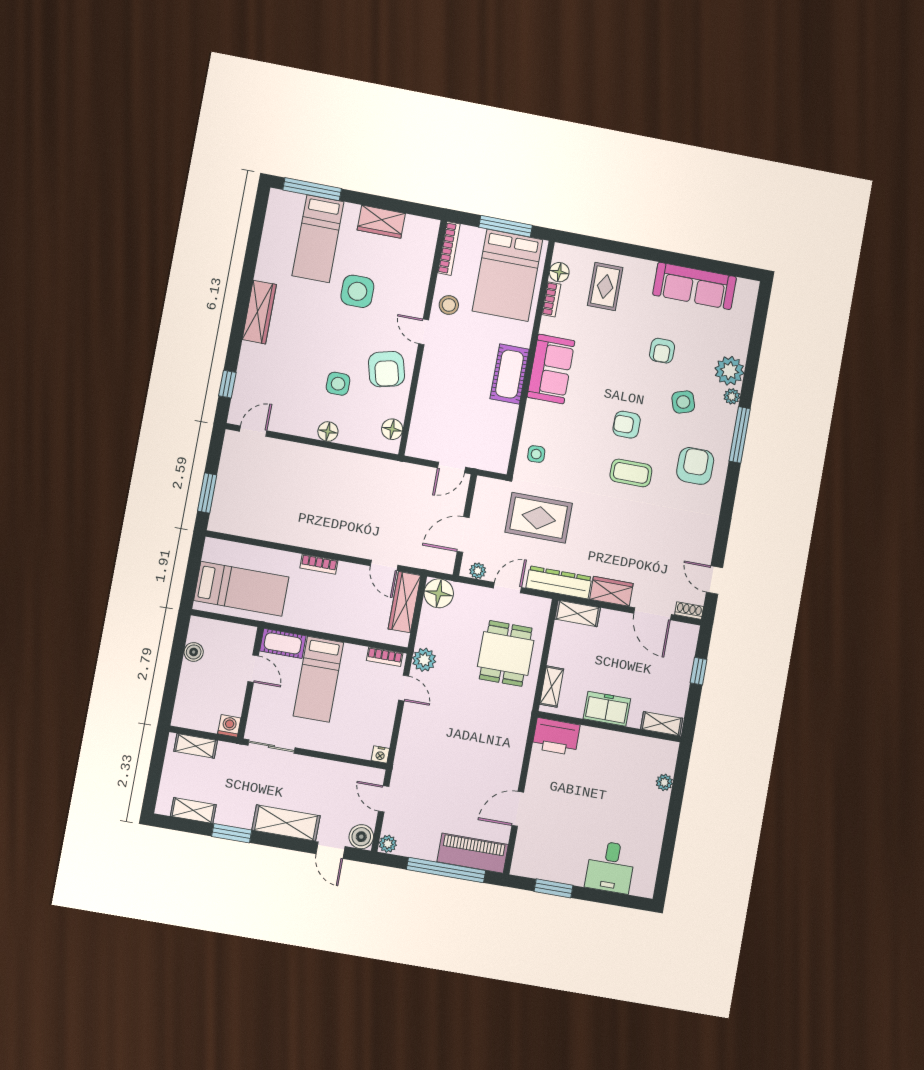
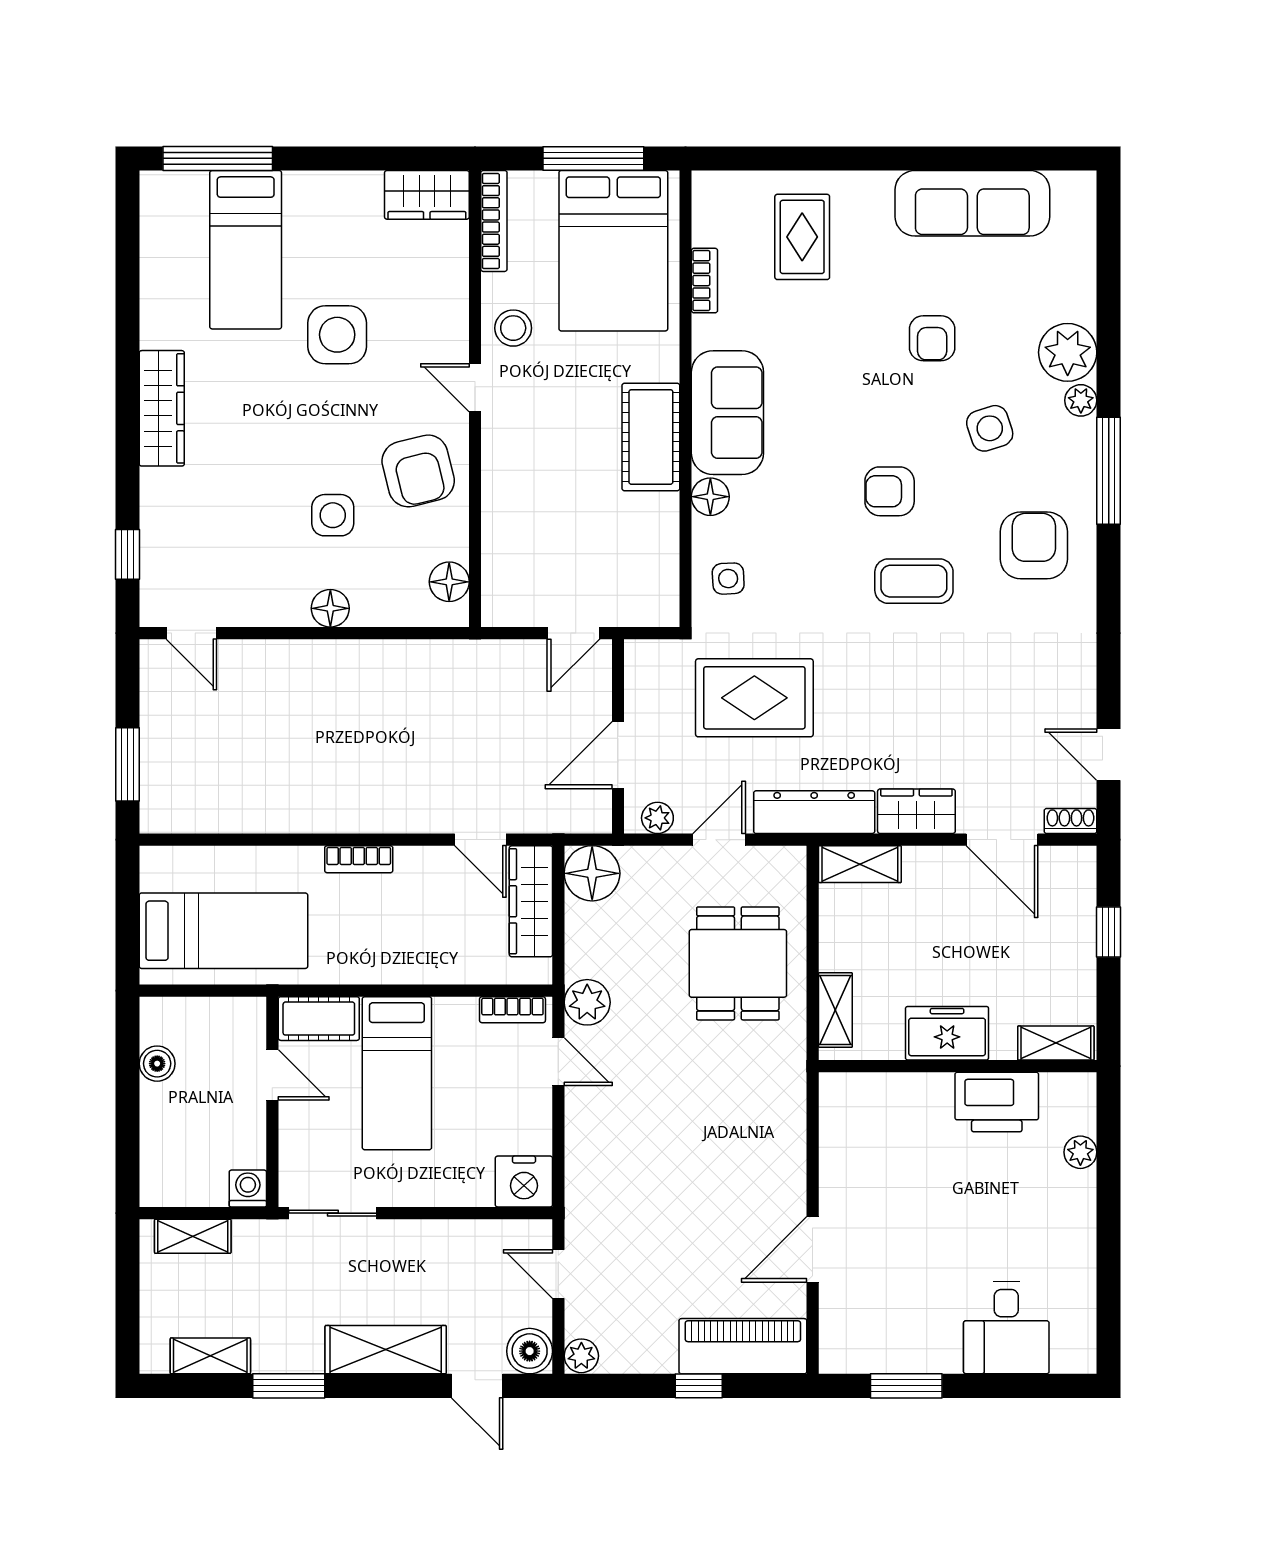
wardrobe: (381, 222) -> (427, 195), moved
floor lamp: (559, 272) -> (710, 497), moved
door: (253, 431) -> (191, 633), swing flipped
printer: (556, 737) -> (997, 1102), moved
nightstand: (380, 755) -> (524, 1182), width x1.89, depth x1.79
window: (446, 870) -> (699, 1386), width x0.32

